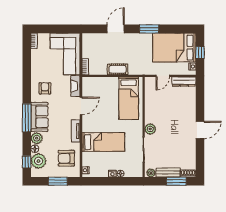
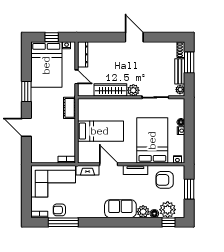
cot: (118, 69) -> (70, 108), moved
armchair: (45, 88) -> (59, 210), moved
bed: (129, 98) -> (100, 131), moved
wardrobe: (150, 108) -> (110, 90), added
window: (27, 118) -> (63, 222), moved
bed: (103, 142) -> (152, 140), width x1.50
armchair: (66, 158) -> (165, 180), turned 90

